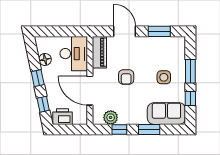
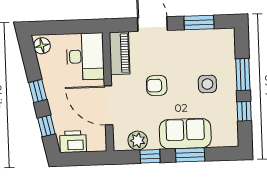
floor lamp: (45, 59) -> (42, 46), moved
armchair: (126, 77) -> (157, 85), turned 90
sofa: (166, 114) -> (185, 134), moved

